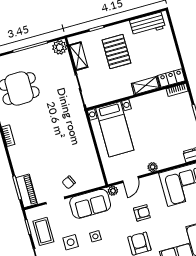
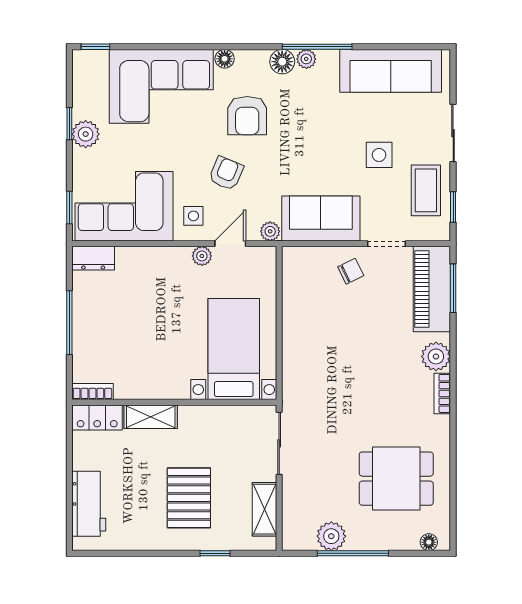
workbench: (147, 24) -> (89, 504), moved, turned 90
plant: (60, 47) -> (331, 536), moved
plant: (16, 153) -> (436, 356), added
plant: (153, 167) -> (202, 256), moved
piano: (27, 191) -> (432, 289), width x1.37, depth x1.33
armchair: (142, 213) -> (226, 173), turned 113
side table: (95, 236) -> (193, 216), moved

